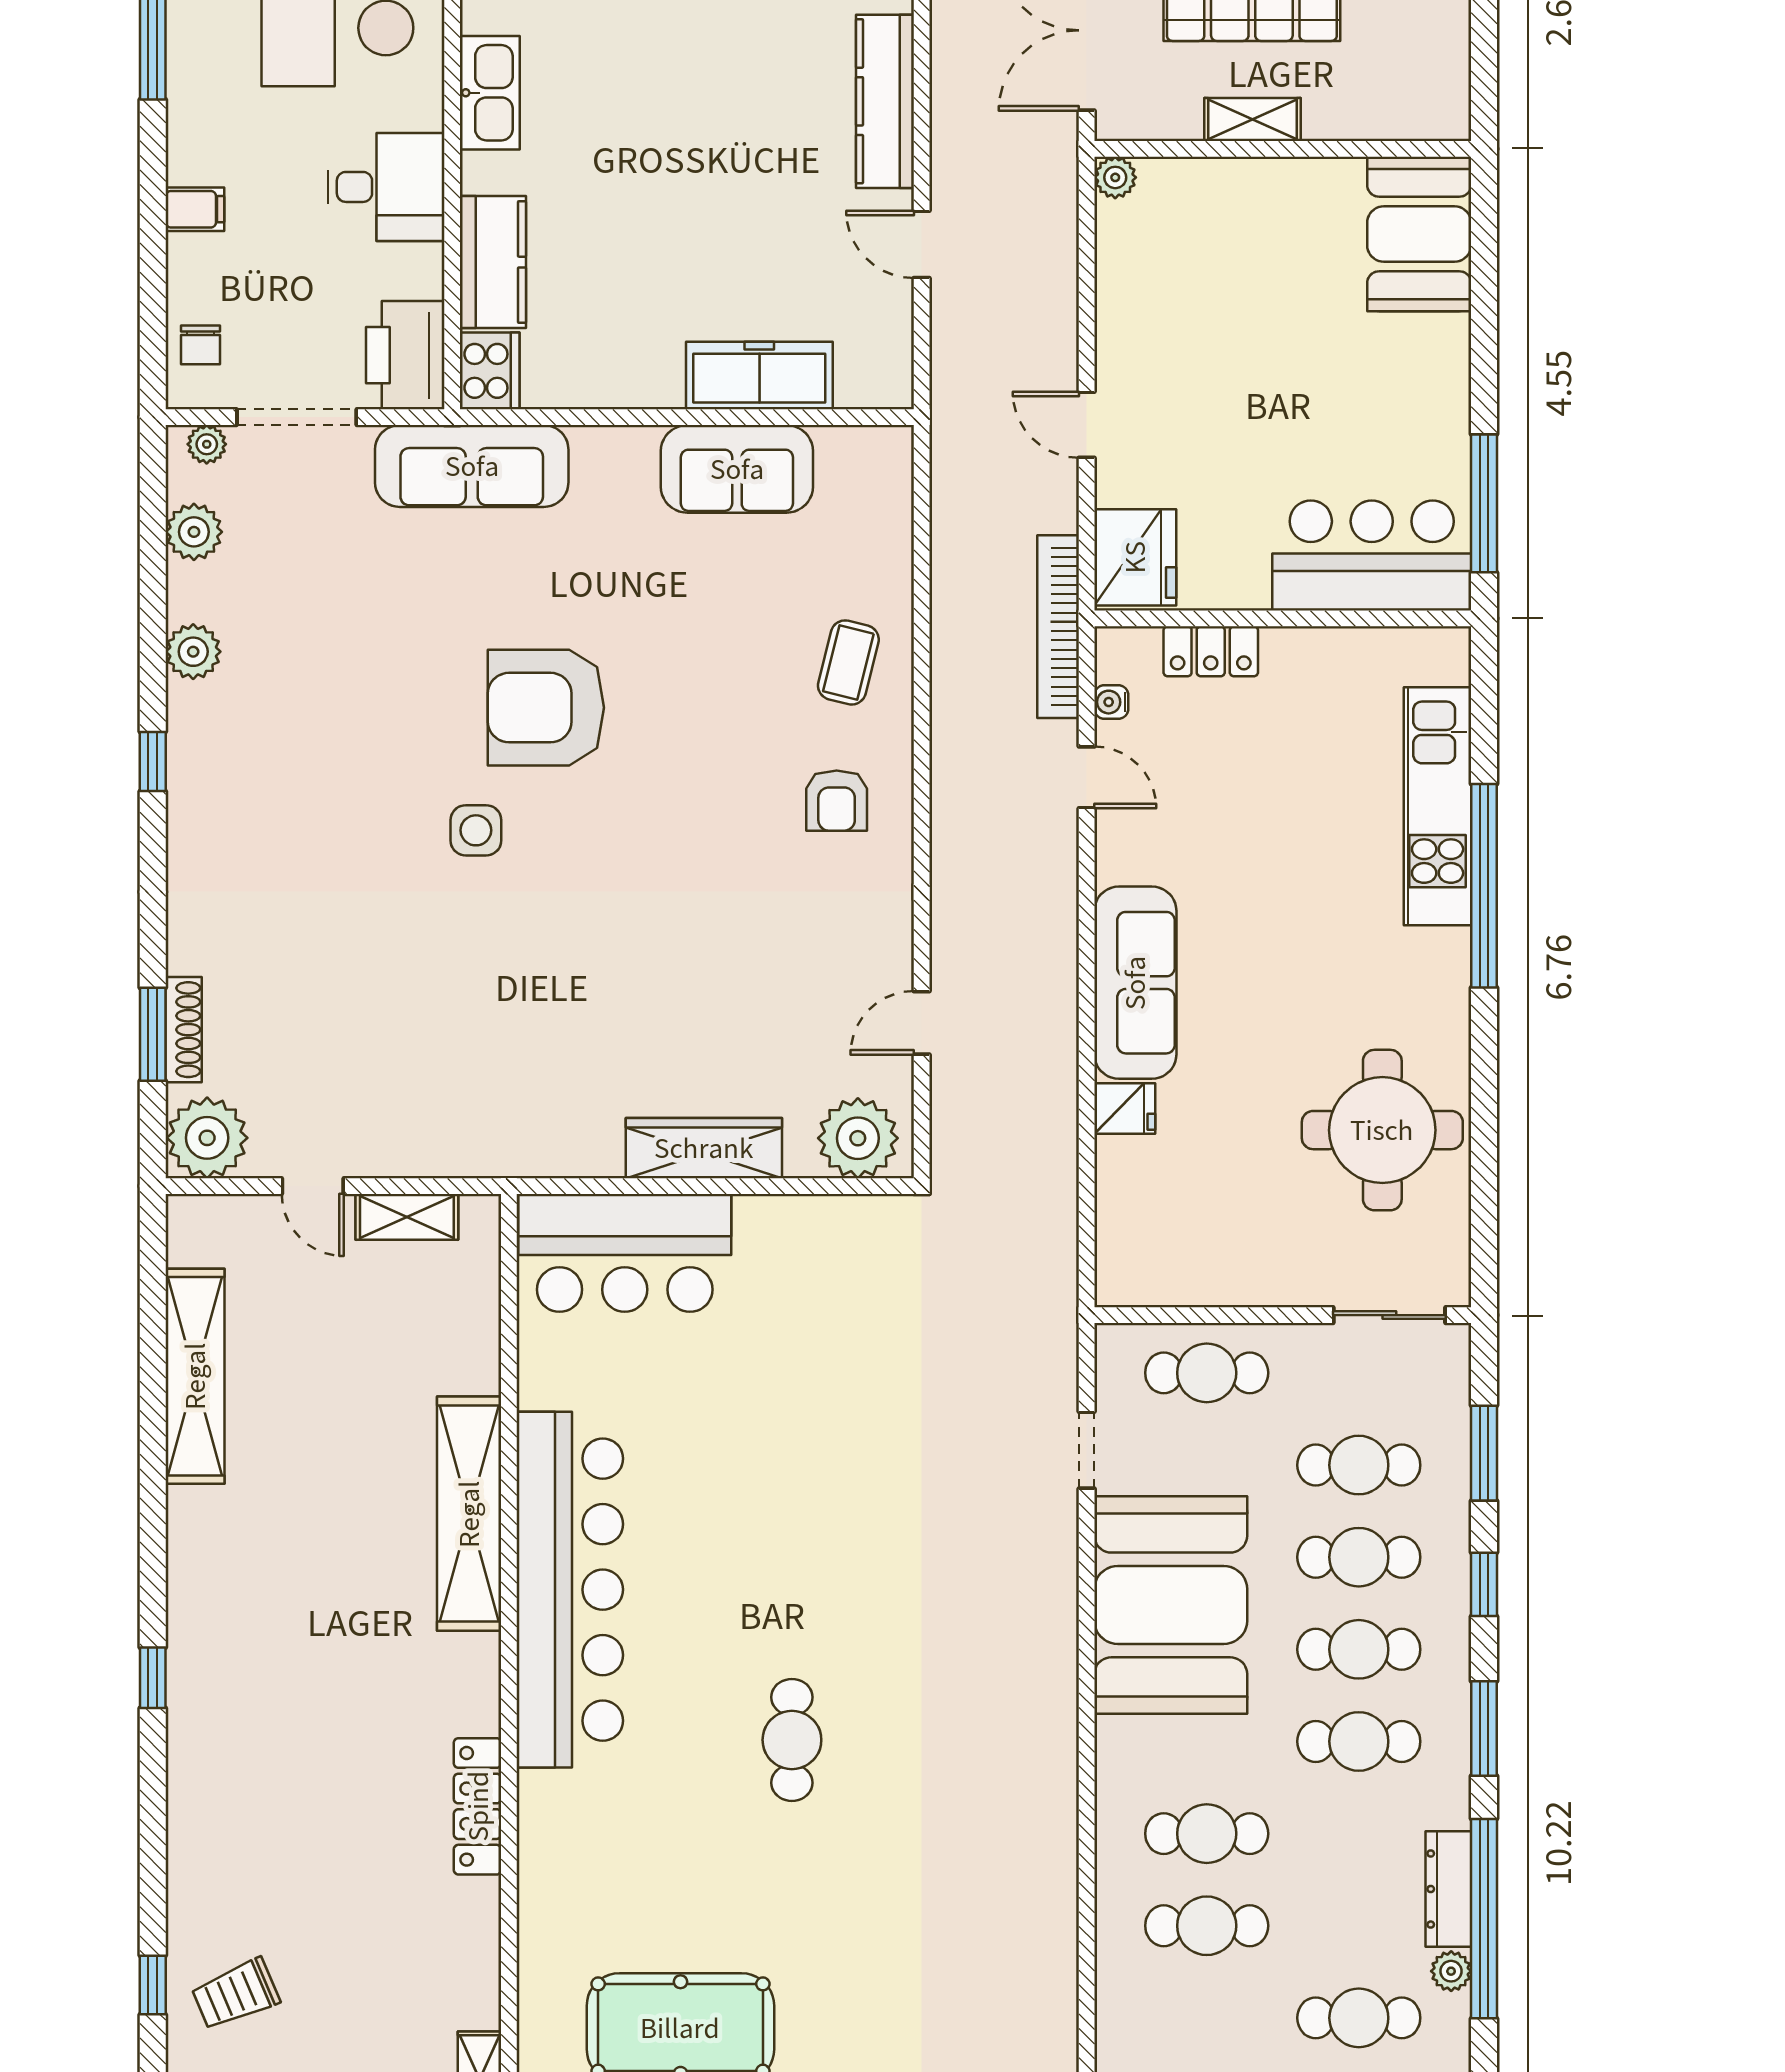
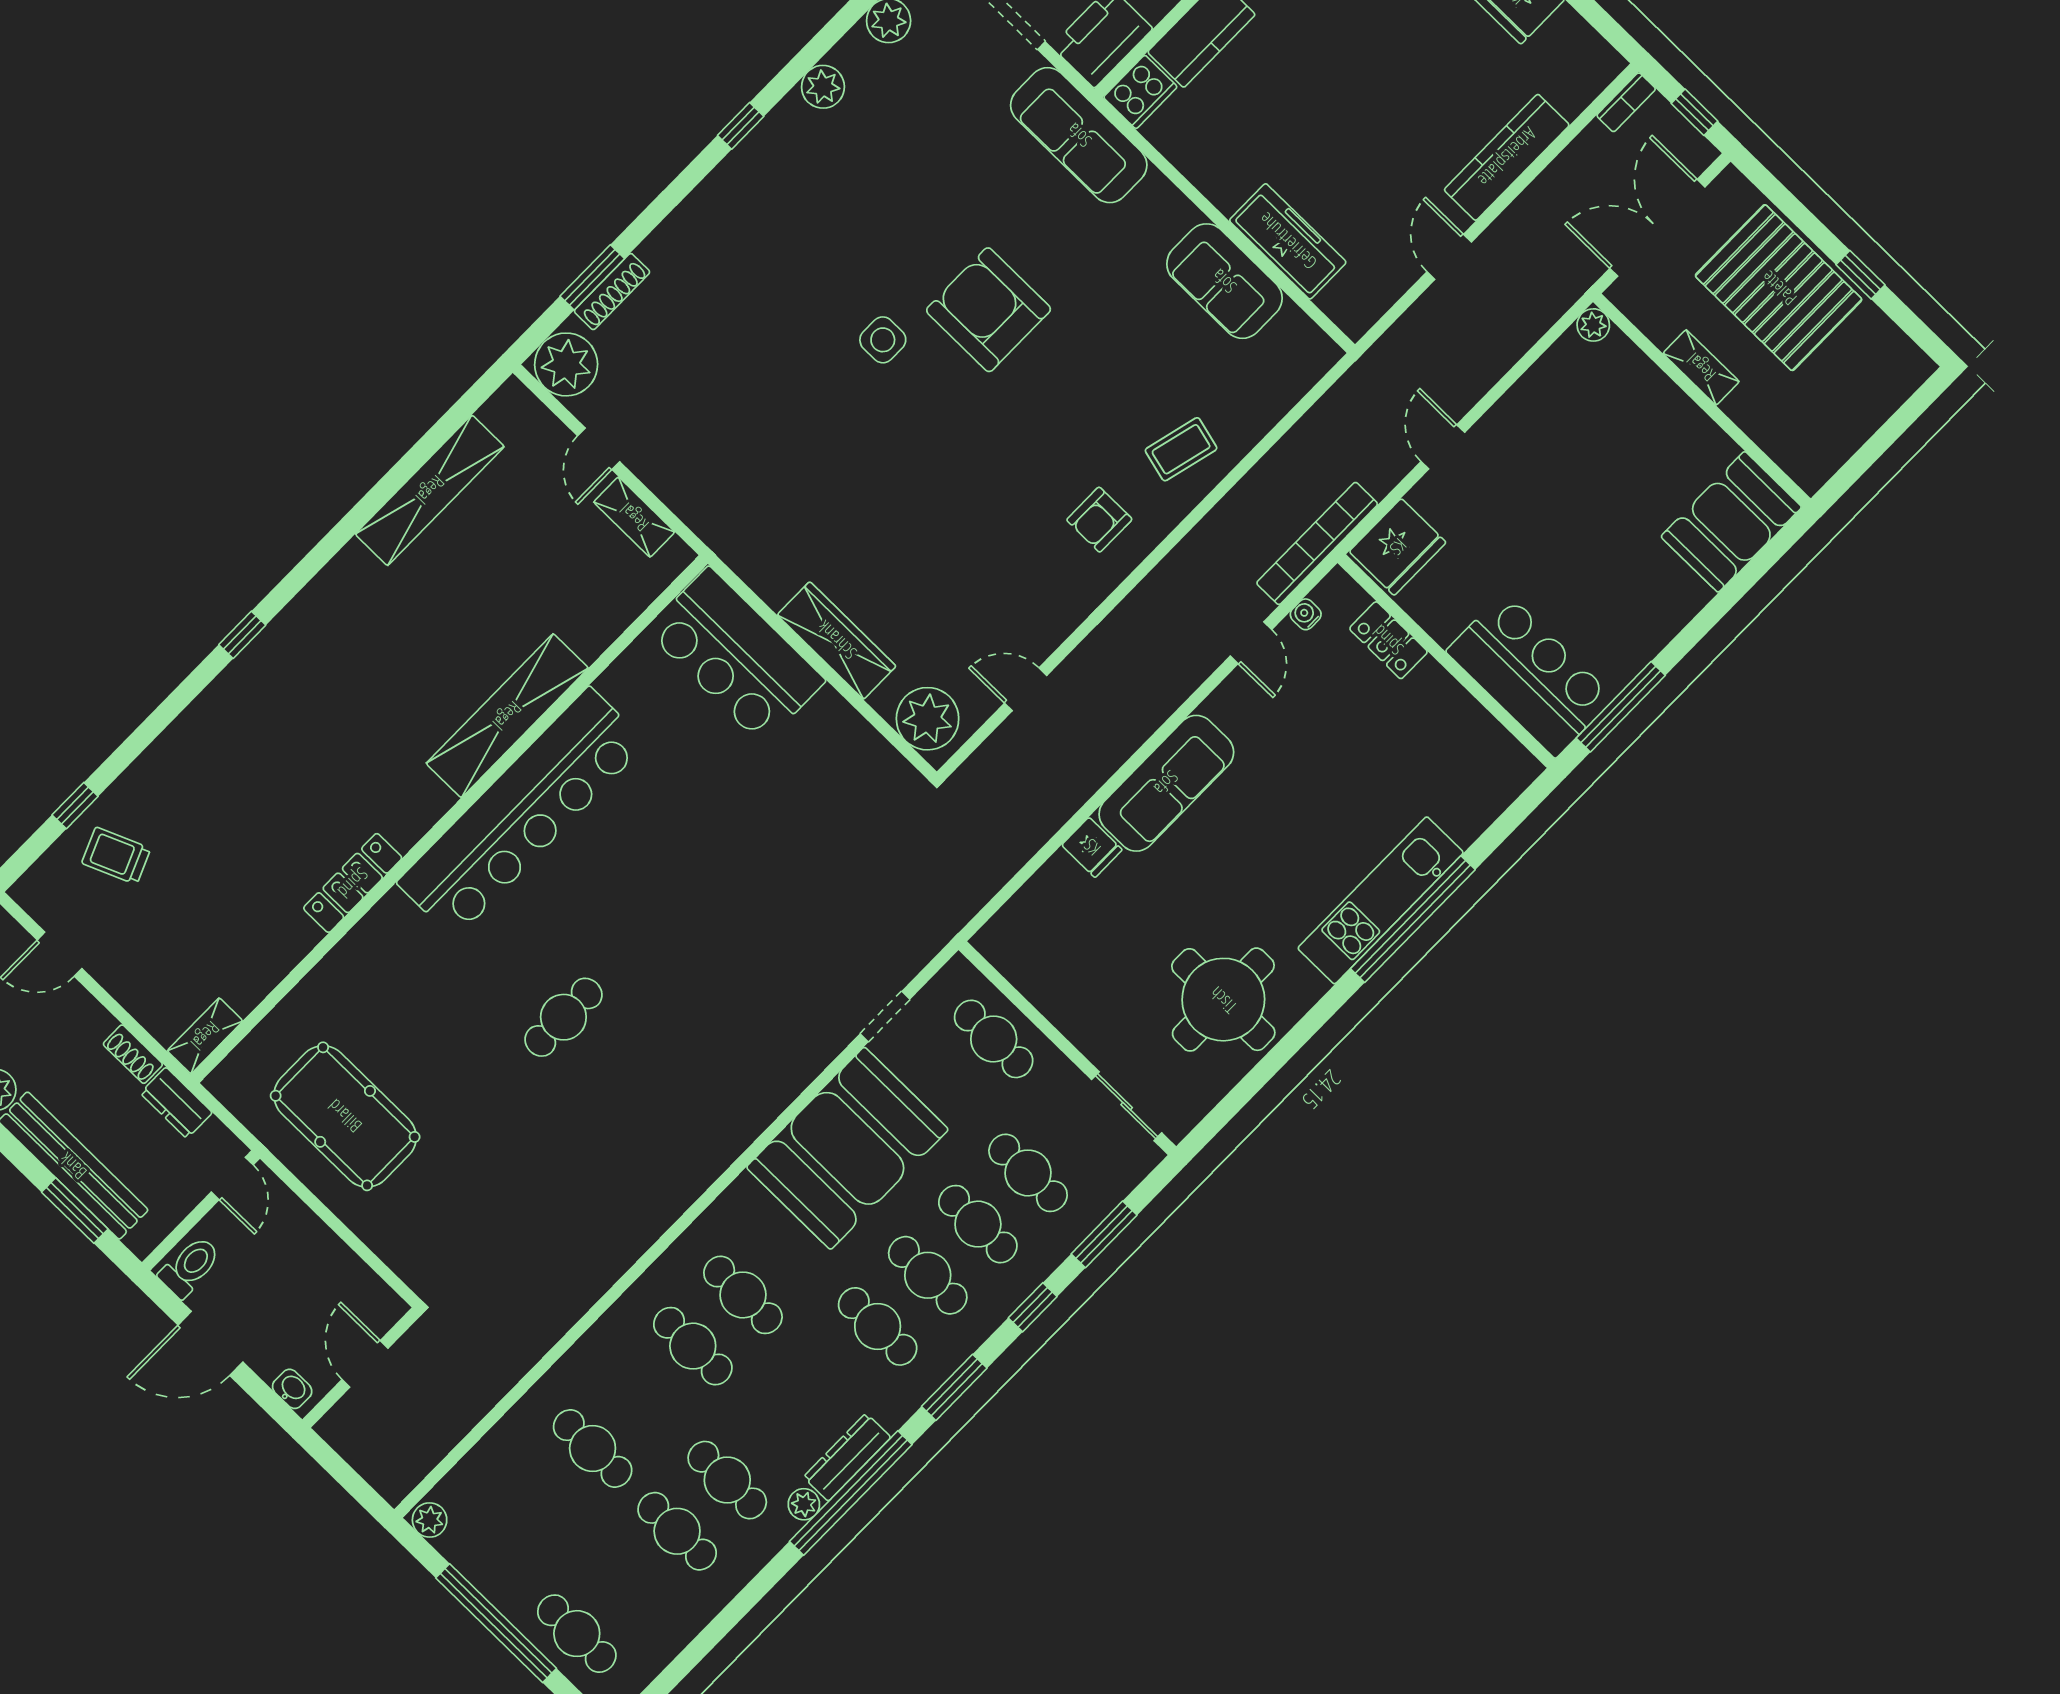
kitchen unit: (1438, 806) -> (1381, 900), moved

